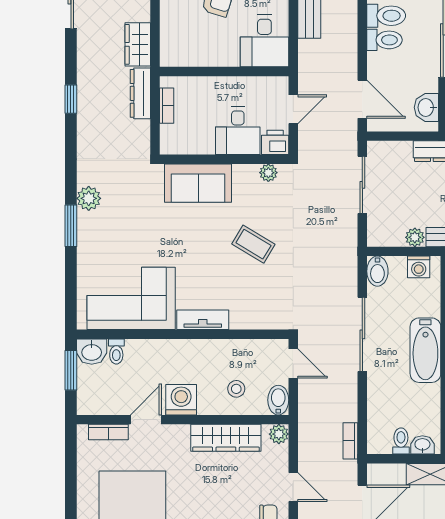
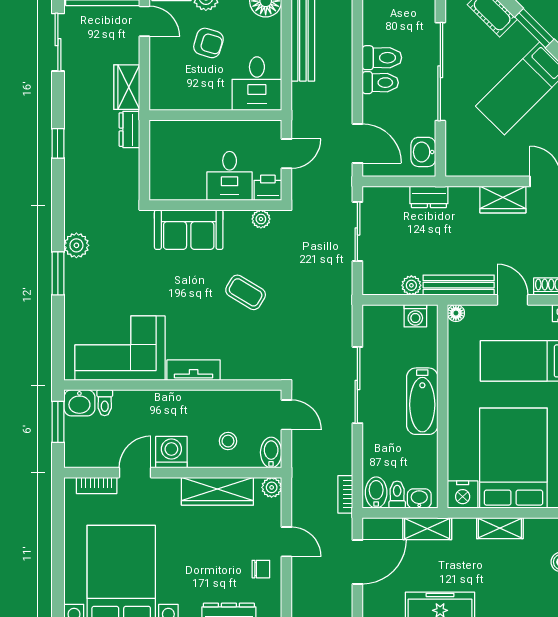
dresser: (140, 93) -> (129, 130), width x0.70
bookcase: (167, 106) -> (156, 150), removed
bidet: (377, 271) -> (376, 492), moved, turned 180

